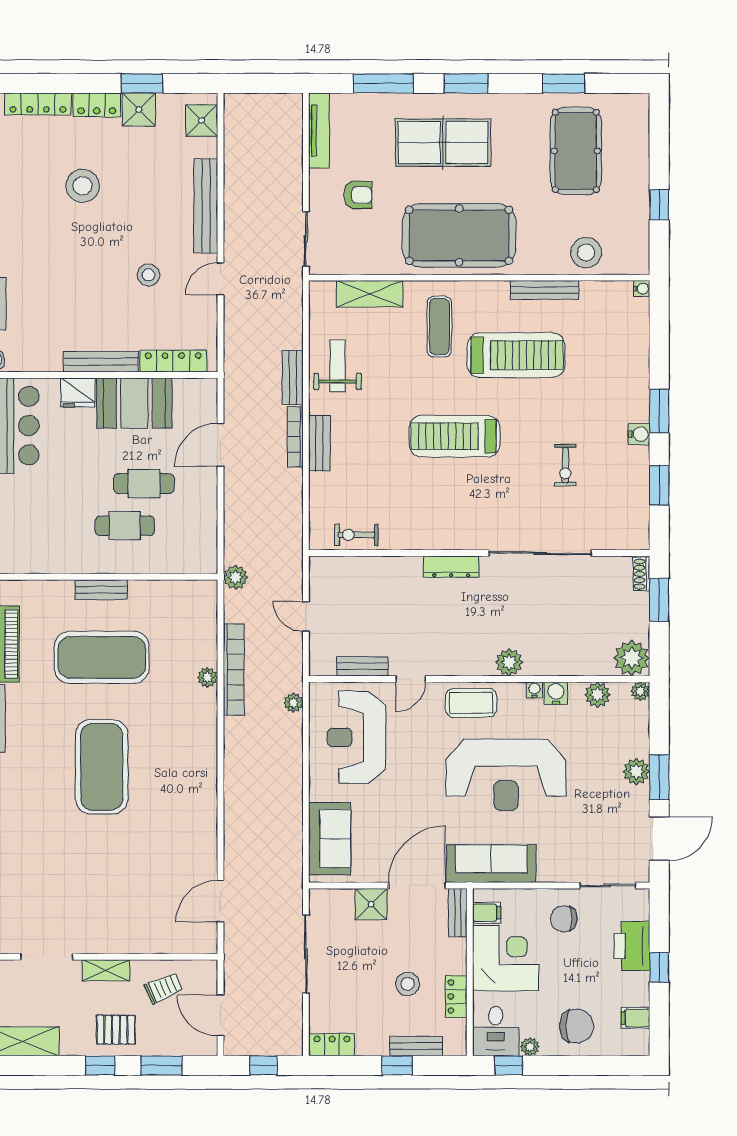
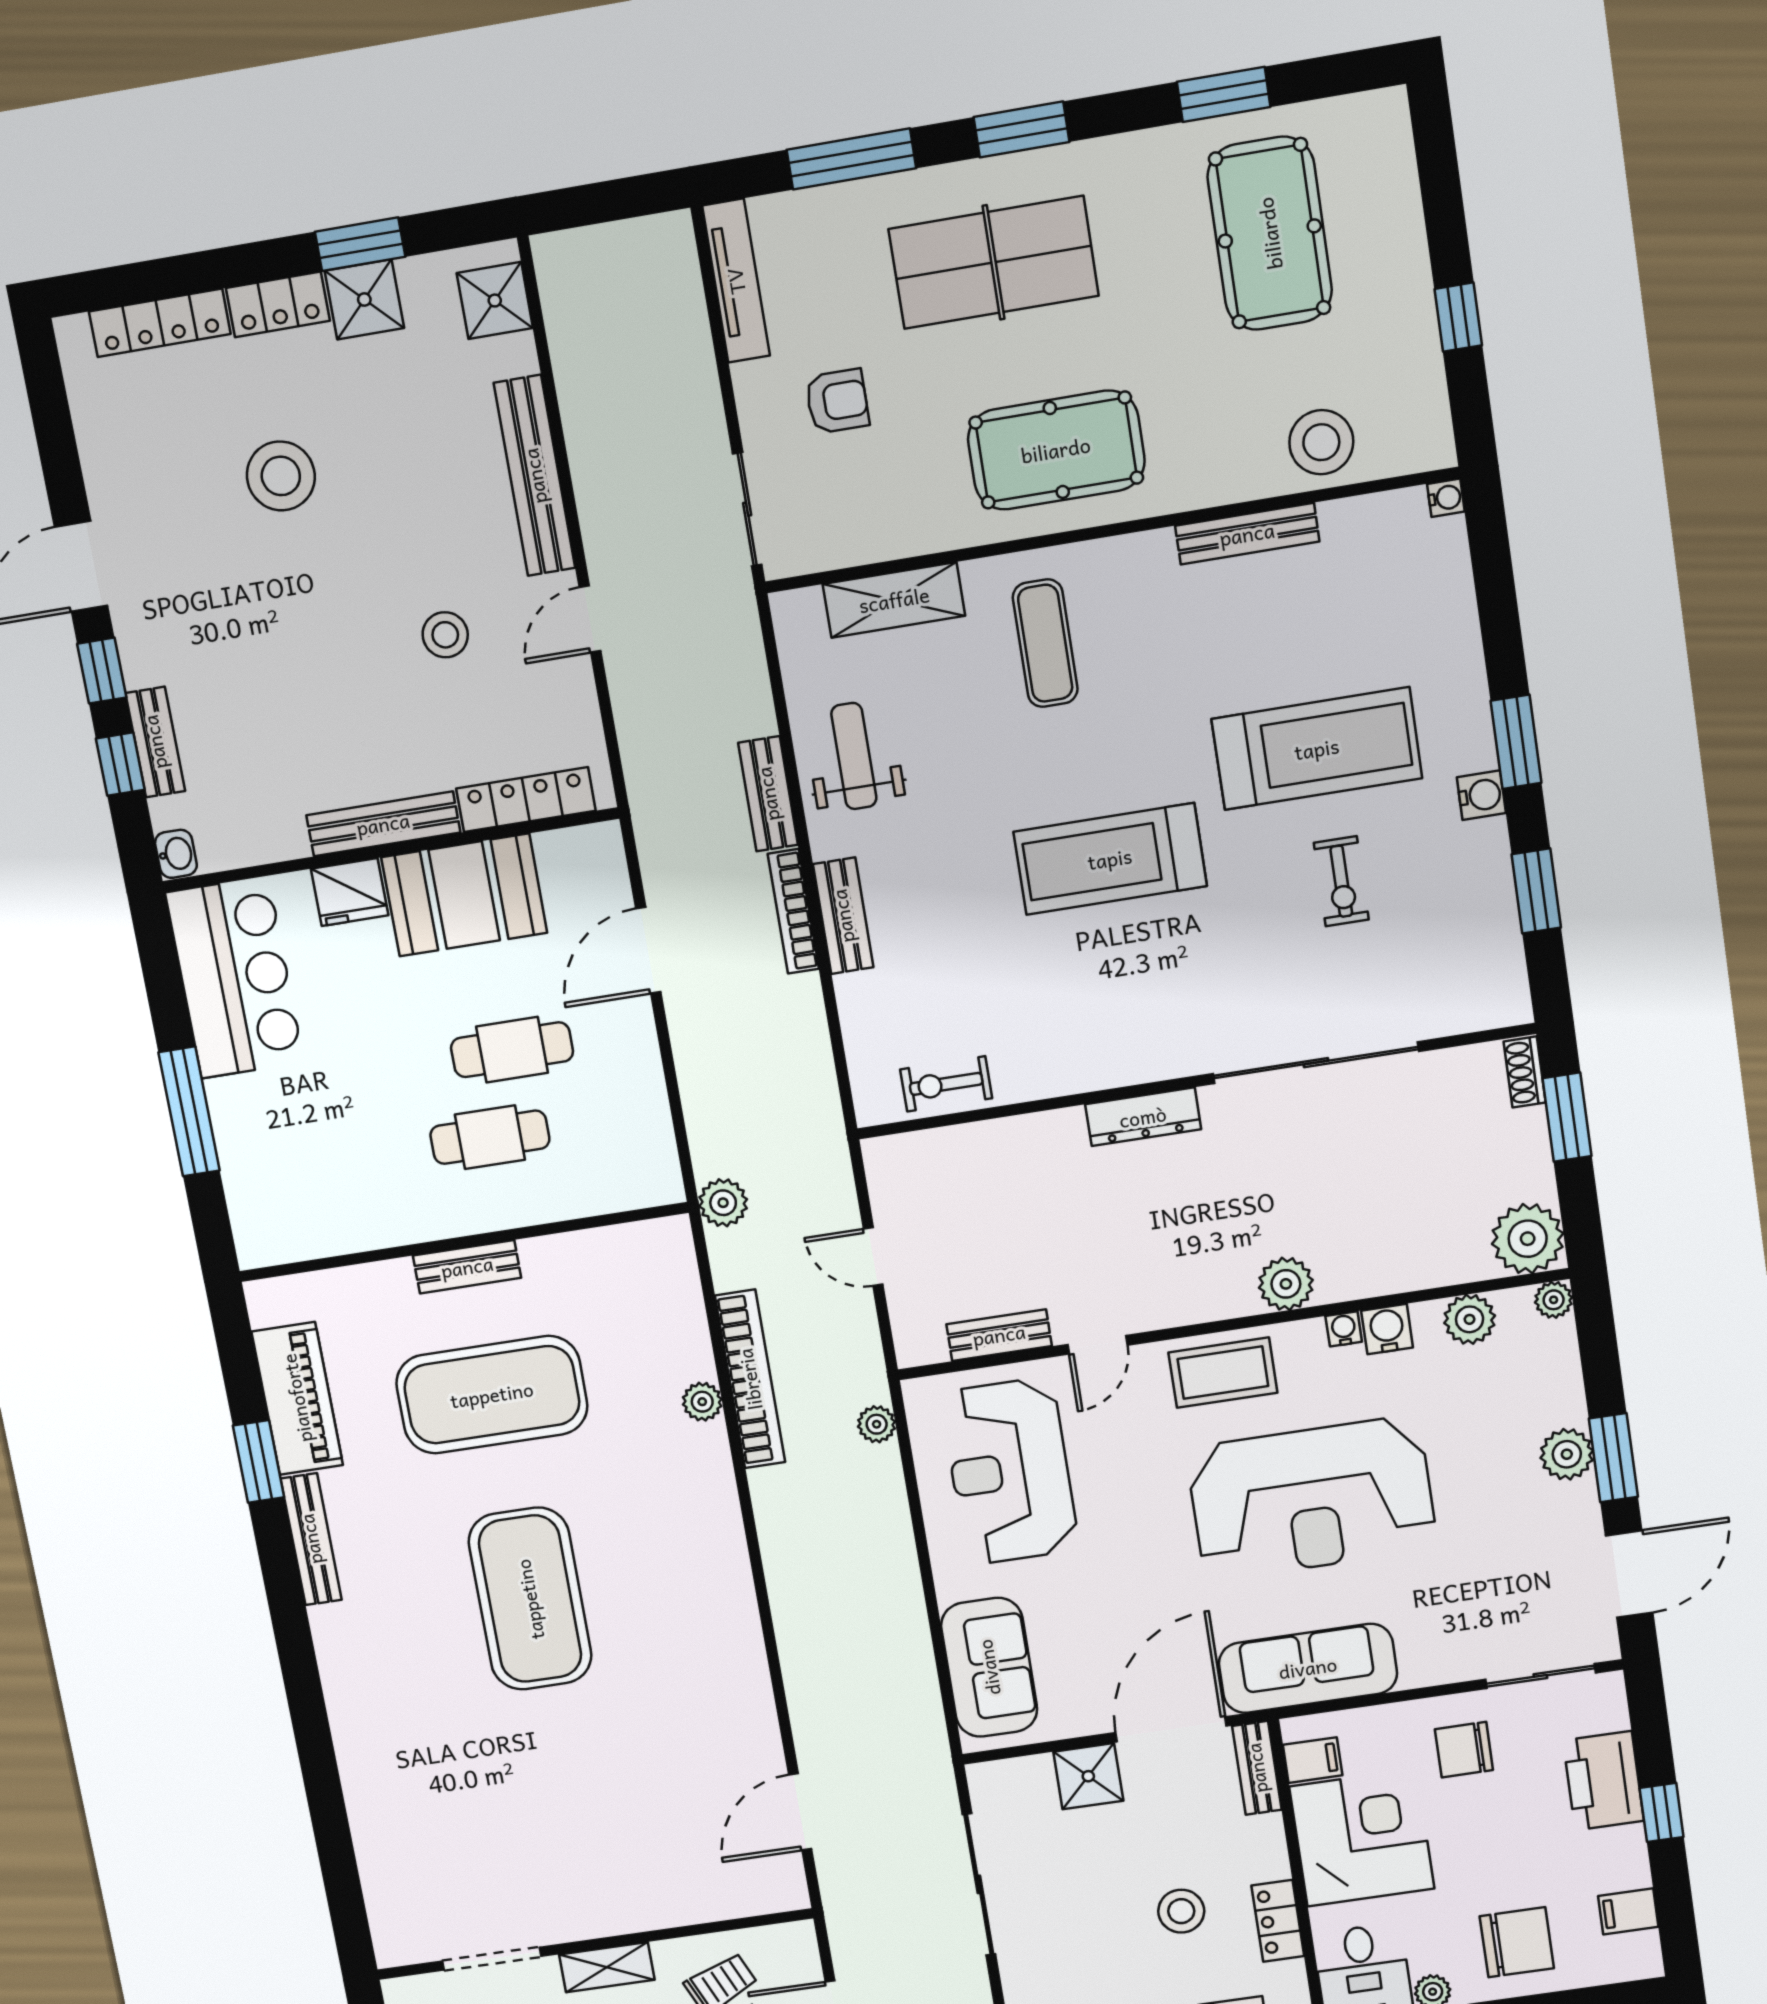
pool table: (459, 235) -> (1056, 450), width x0.73, depth x0.76
treadmill: (516, 355) -> (1317, 749), moved

